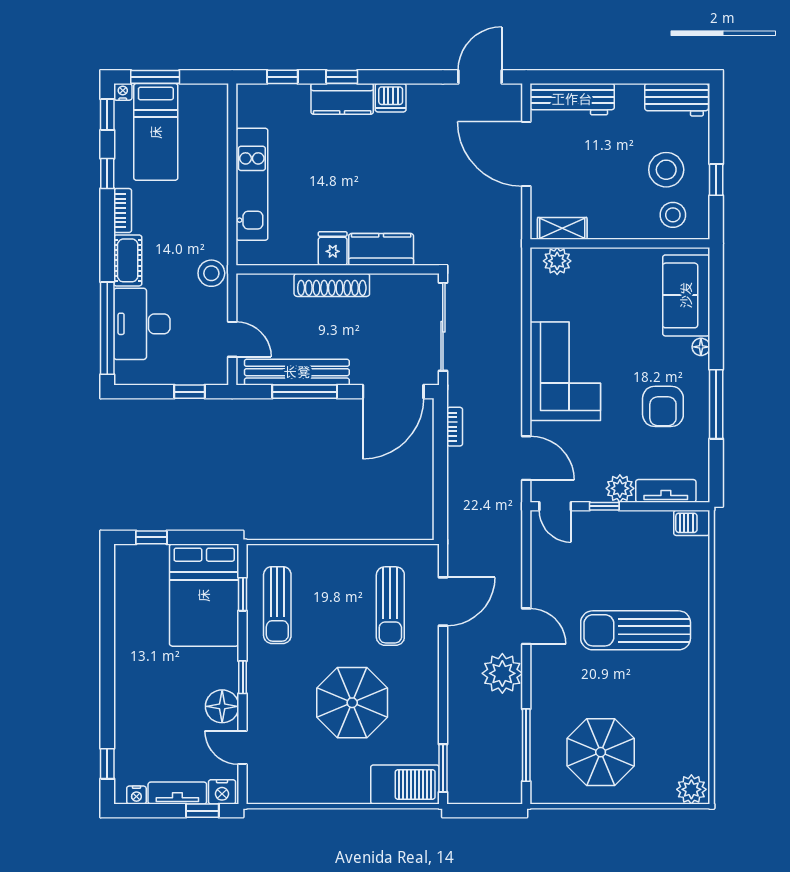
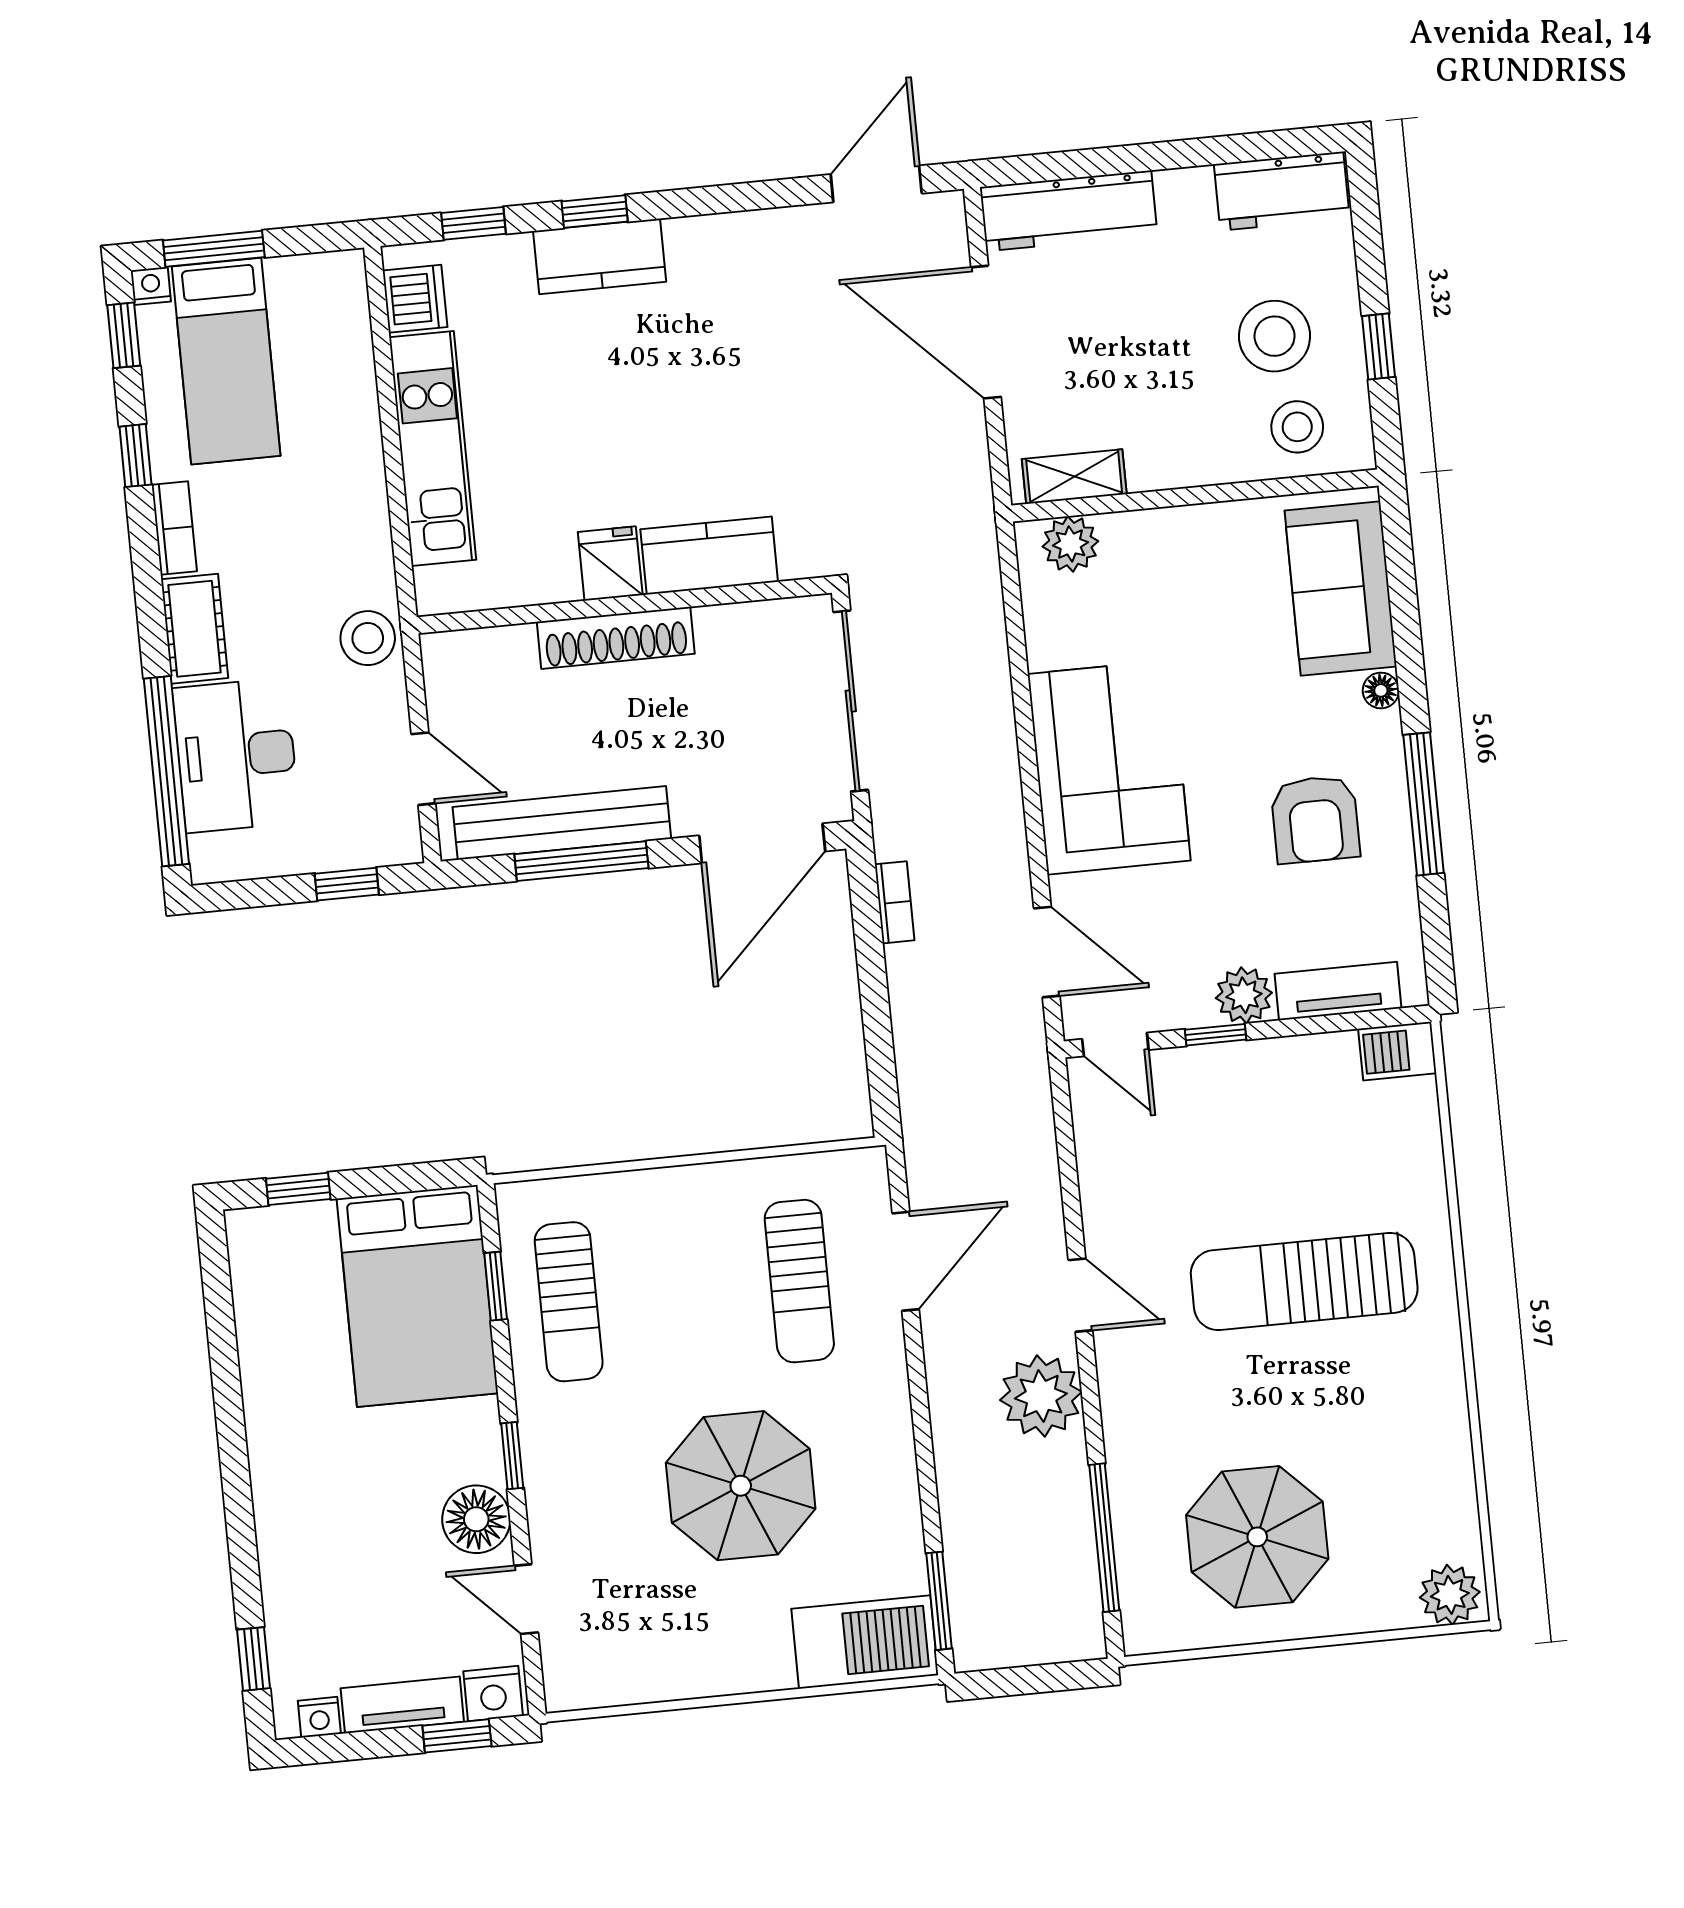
dishwasher: (391, 98) -> (415, 299), moved, turned -90

